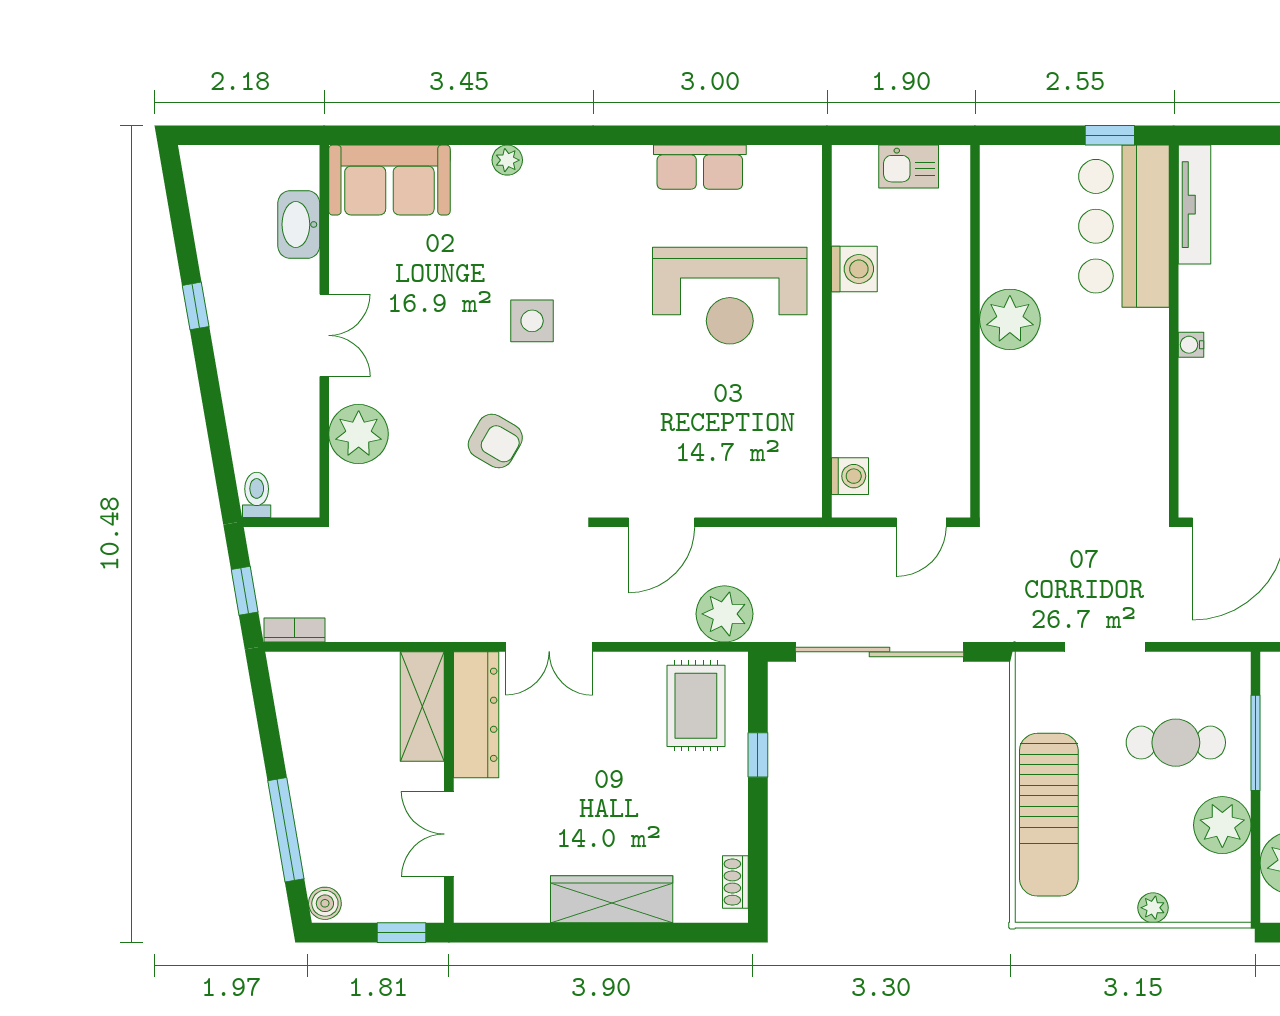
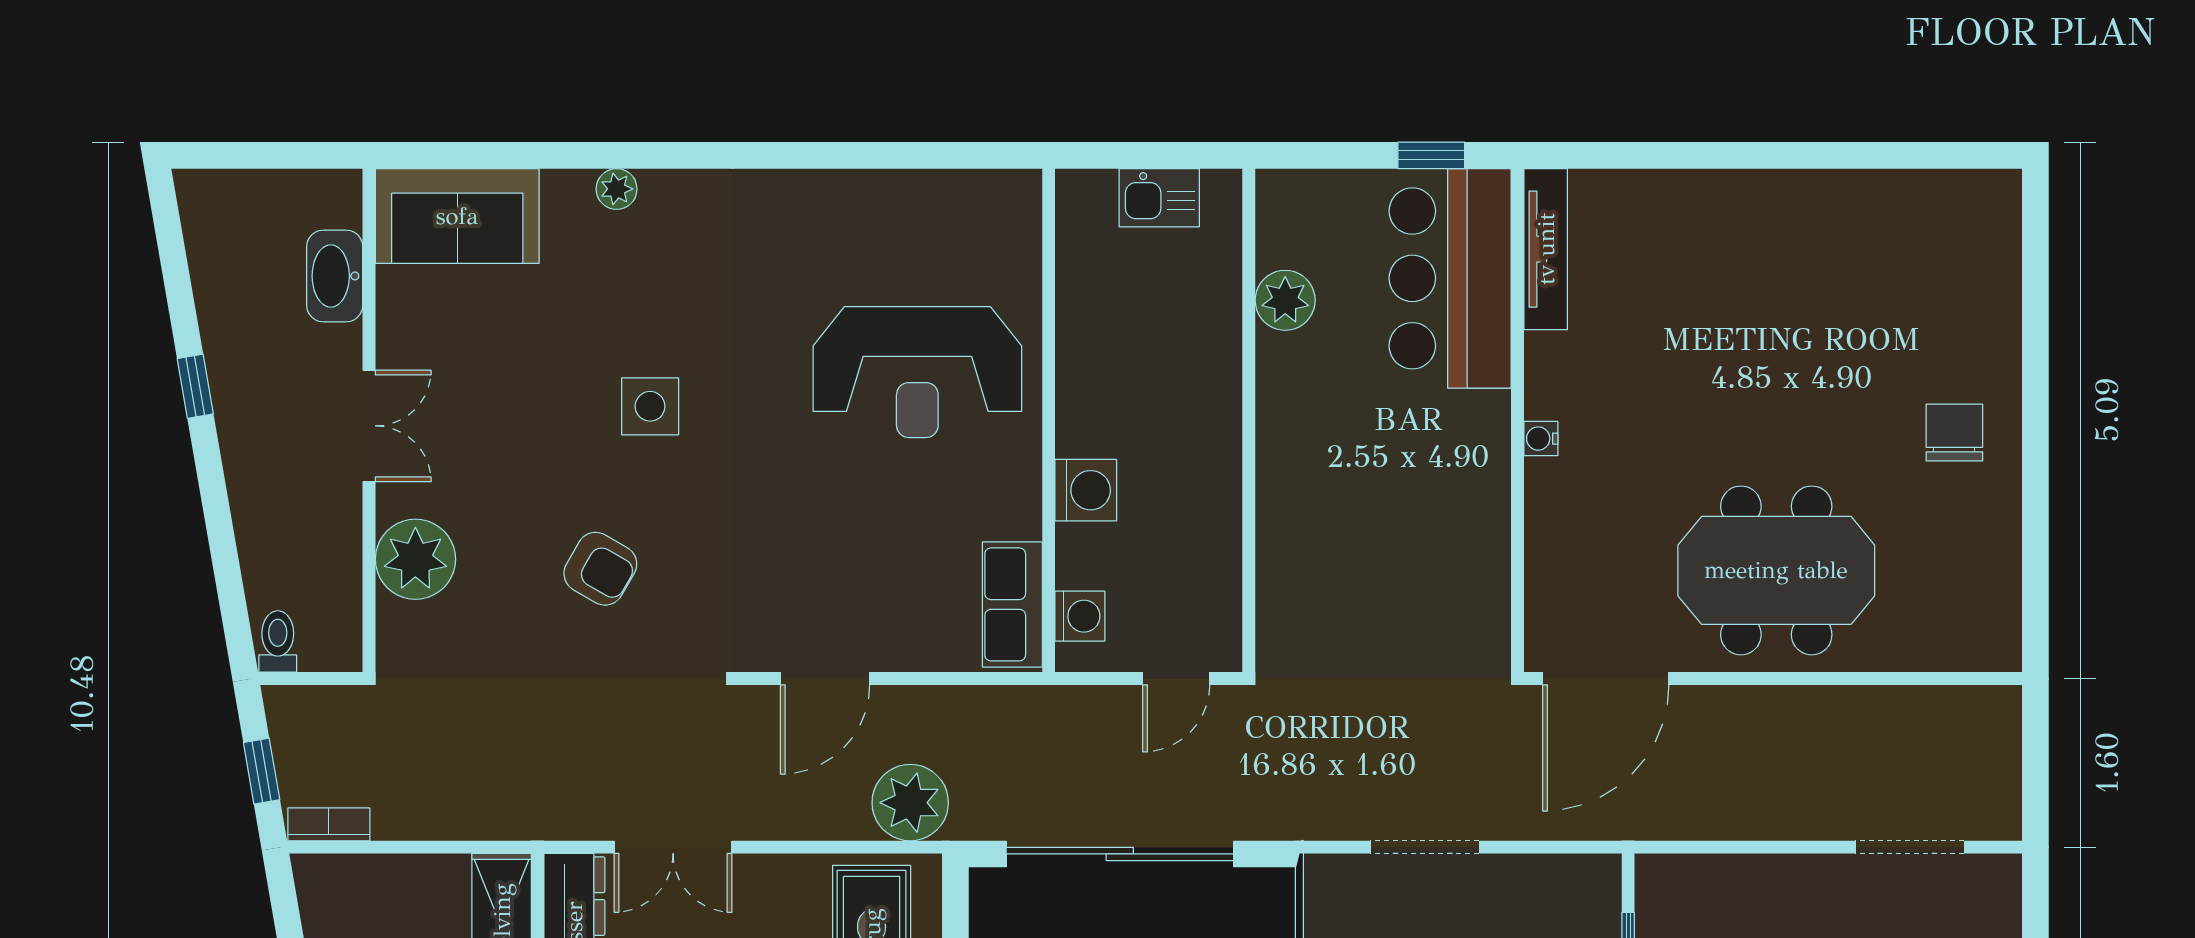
row of seats: (700, 167) -> (1012, 604), moved, turned 90
washing machine: (854, 269) -> (1086, 490), moved
plant: (1010, 319) -> (1285, 300), moved, width x0.73, depth x0.73

